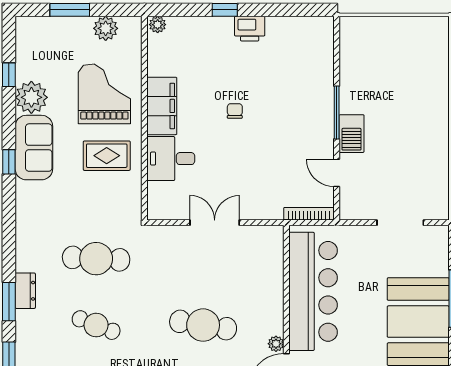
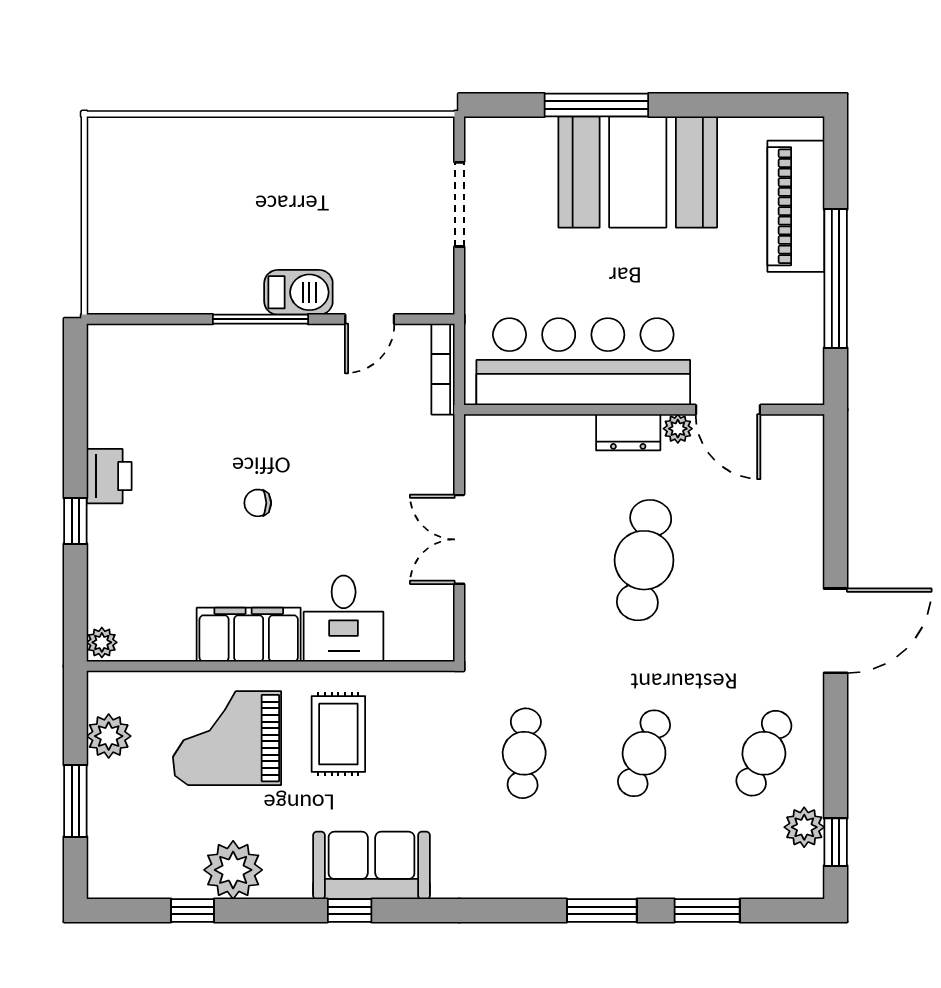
sofa: (34, 148) -> (371, 865), moved
cafe table: (96, 259) -> (524, 753), width x0.73, depth x0.74
dresser: (25, 291) -> (628, 432), moved, turned 180

